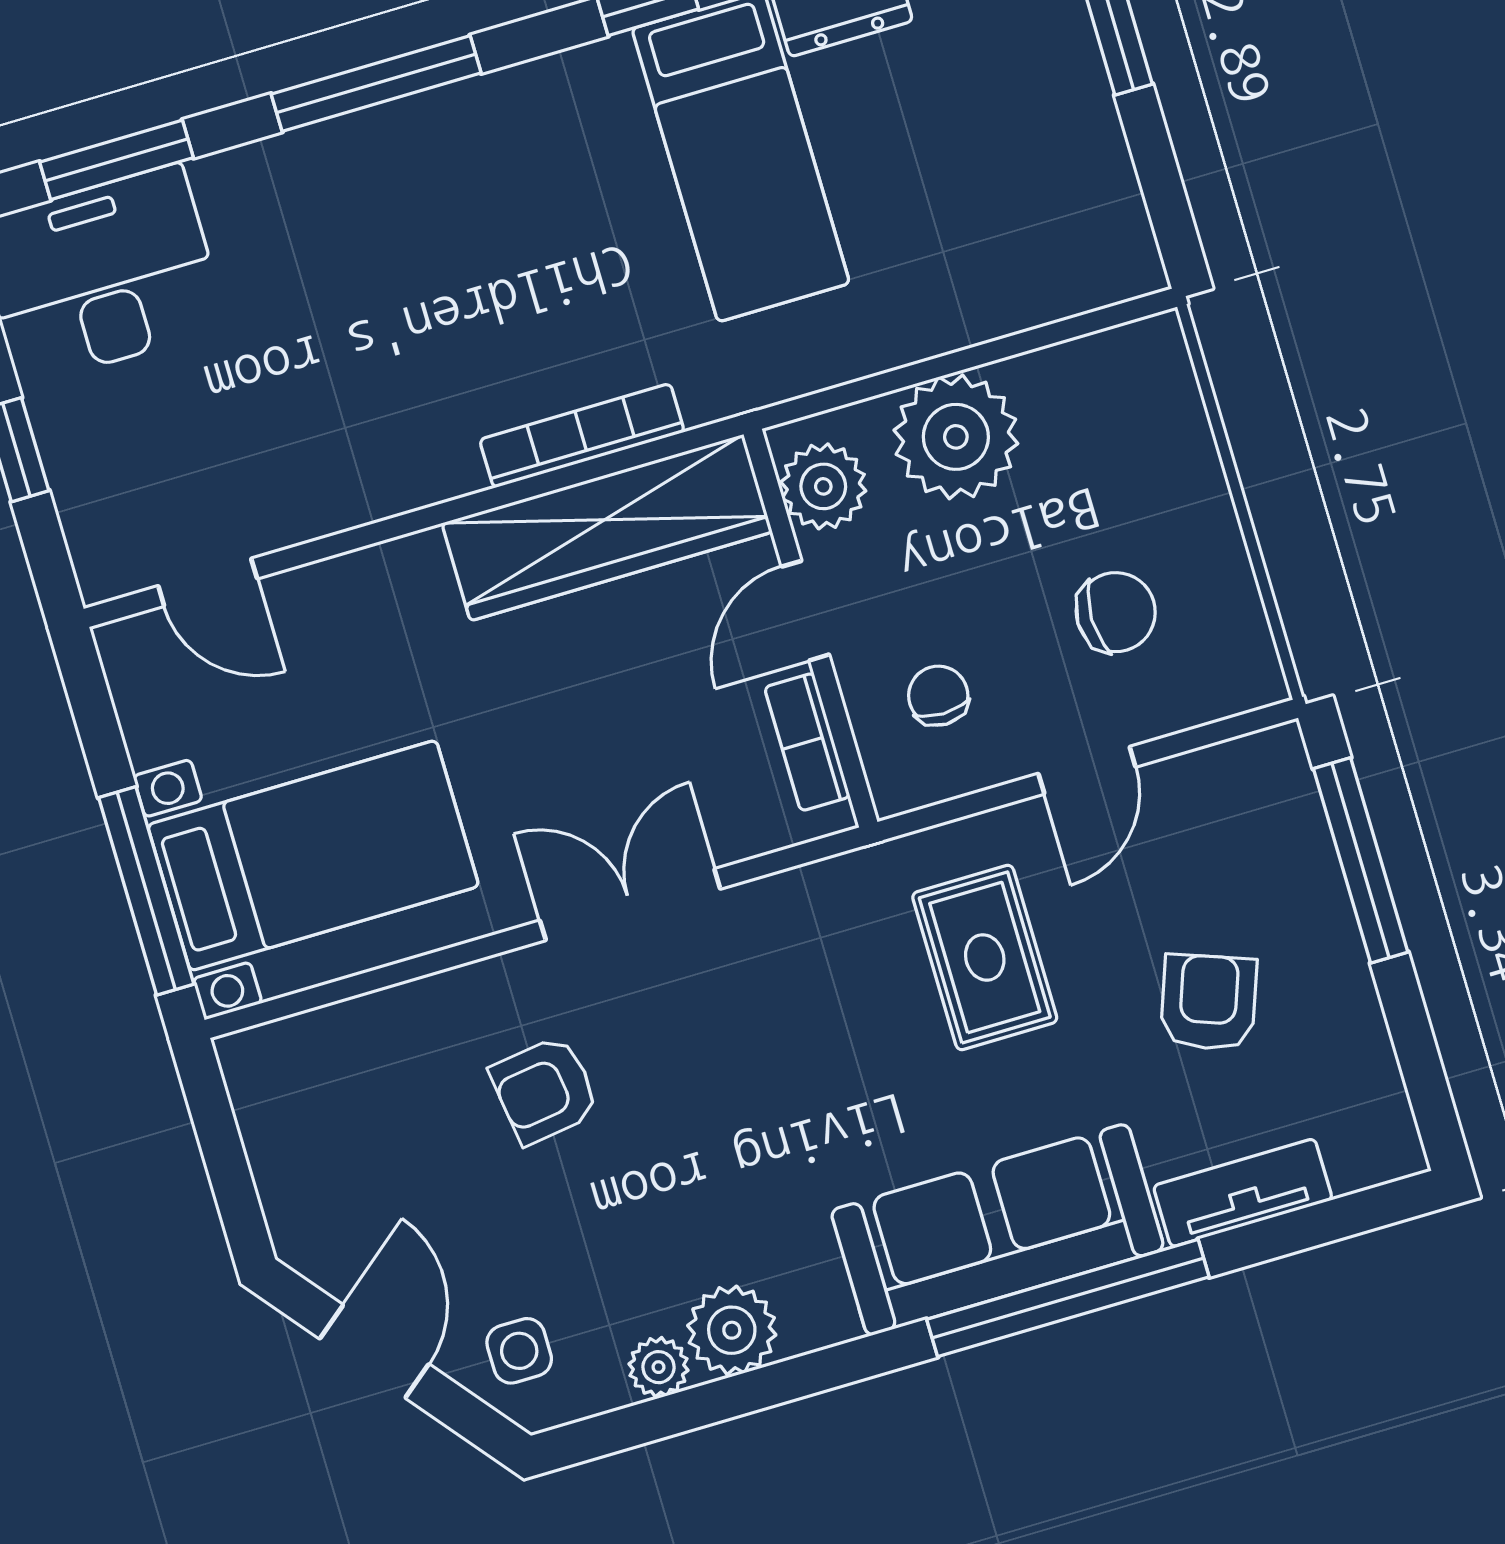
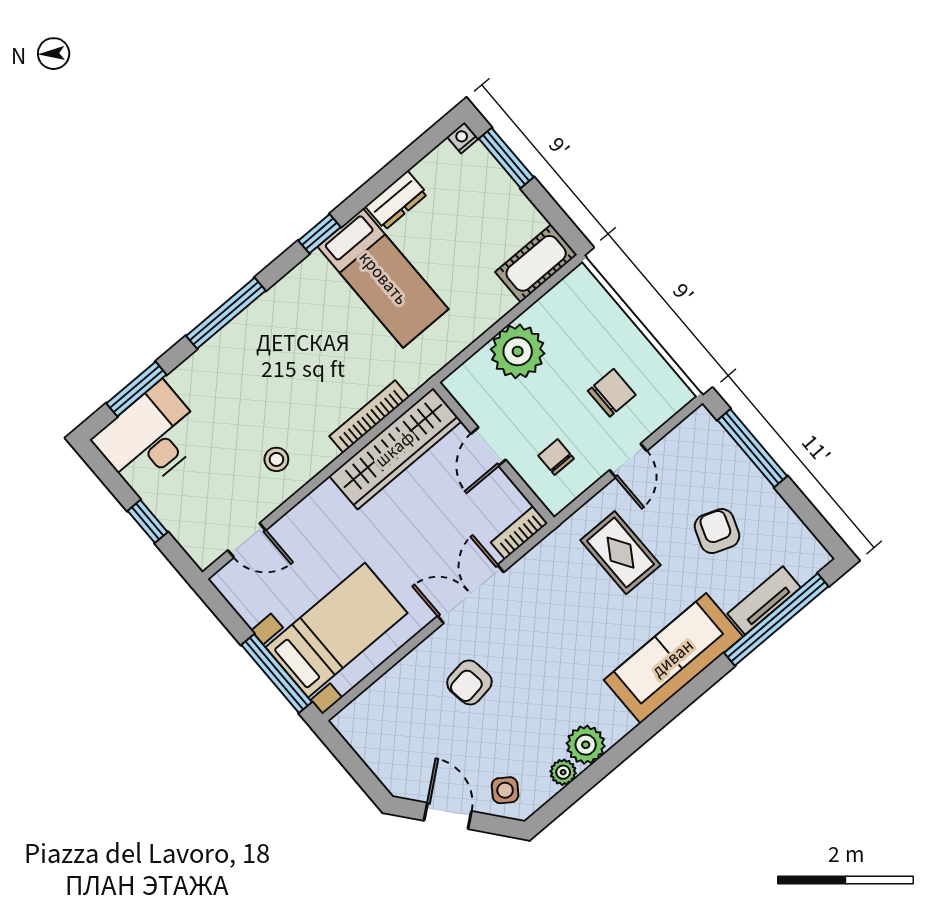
cot: (1077, 268) -> (536, 263), added
stool: (346, 439) -> (276, 459), added
plant: (823, 486) -> (474, 394), removed
bookcase: (807, 742) -> (519, 533), moved, turned 90
window: (1068, 1298) -> (776, 620), moved
side table: (519, 1351) -> (505, 790), turned 35

